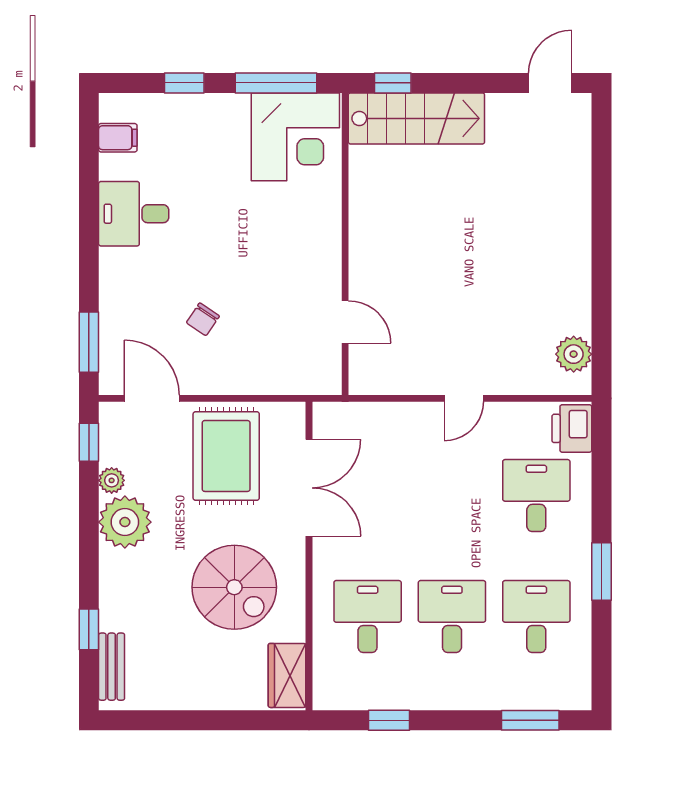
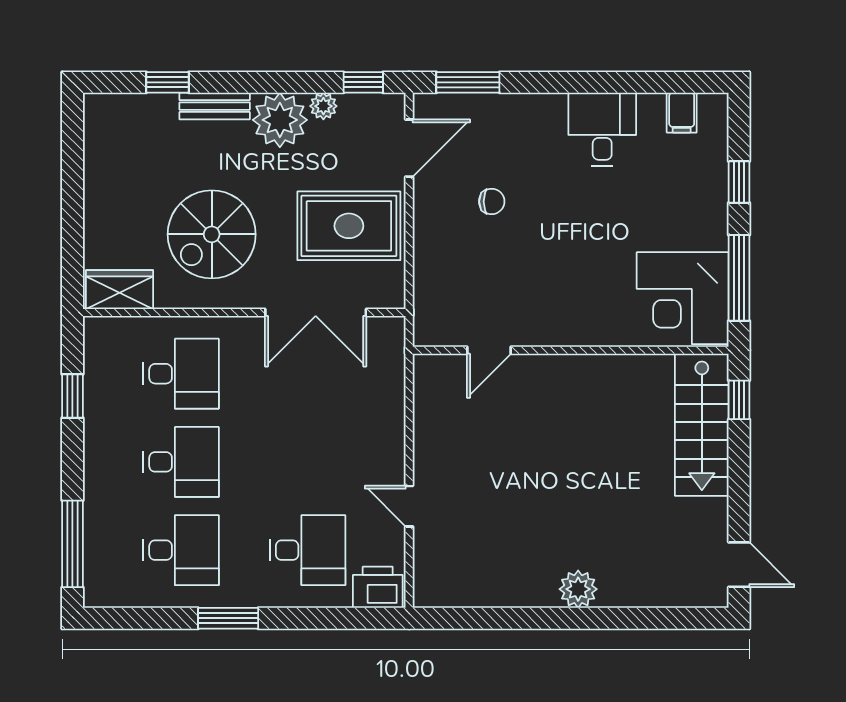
chair: (203, 319) -> (492, 201), turned 146
plant: (574, 354) -> (578, 589), moved
door: (464, 398) -> (409, 506), moved
bench: (112, 667) -> (215, 106), moved
window: (530, 720) -> (72, 544), width x1.44

